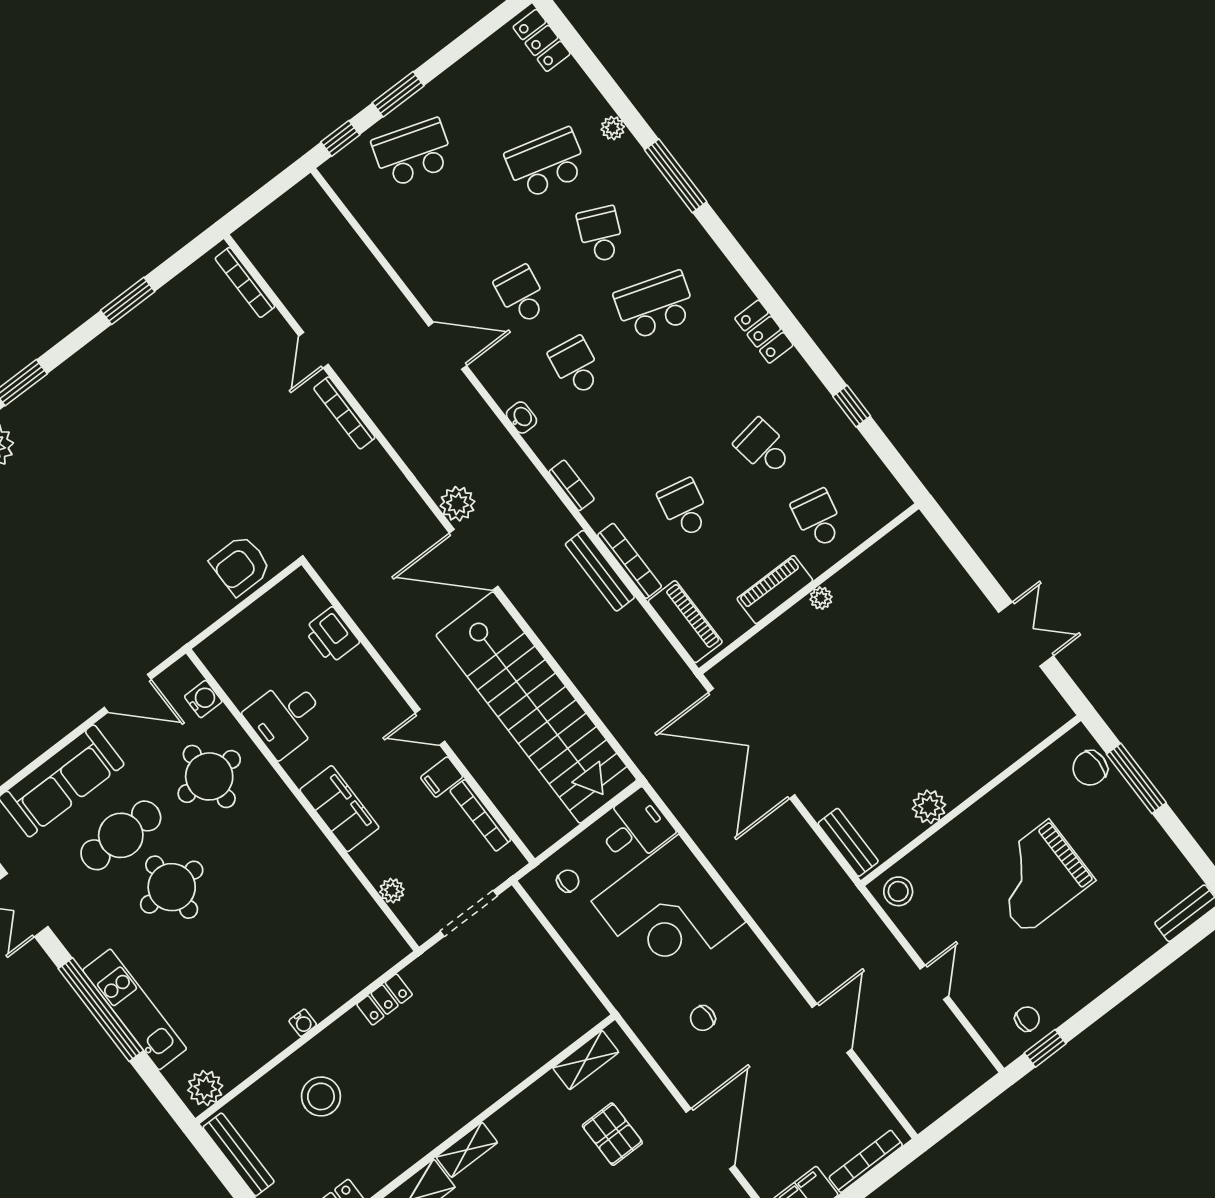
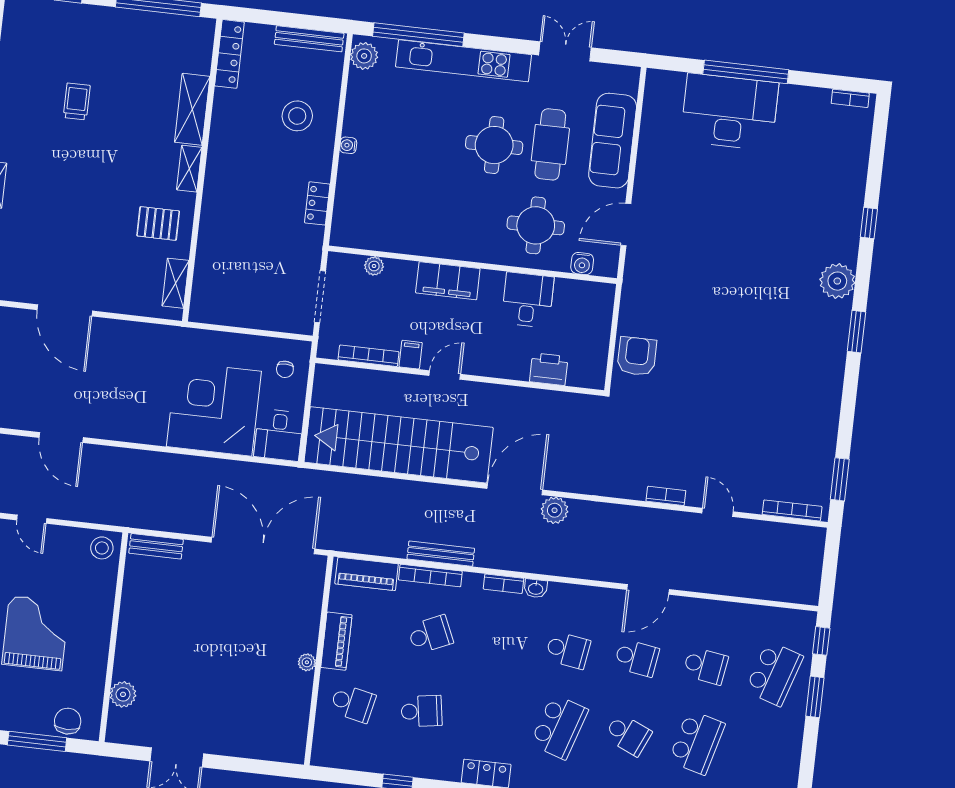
school desk: (467, 224) -> (705, 666), added
window: (128, 301) -> (840, 479), moved
bookcase: (344, 413) -> (666, 496), width x0.64
washbasin: (521, 418) -> (536, 588), moved
school desk: (684, 508) -> (430, 634), turned -36
plant: (929, 807) -> (123, 694), moved
kitchen unit: (135, 1009) -> (463, 61), width x1.36
window: (101, 1010) -> (418, 35), moved
chair: (703, 1018) -> (136, 371), removed
pallet: (612, 1134) -> (158, 223), moved

